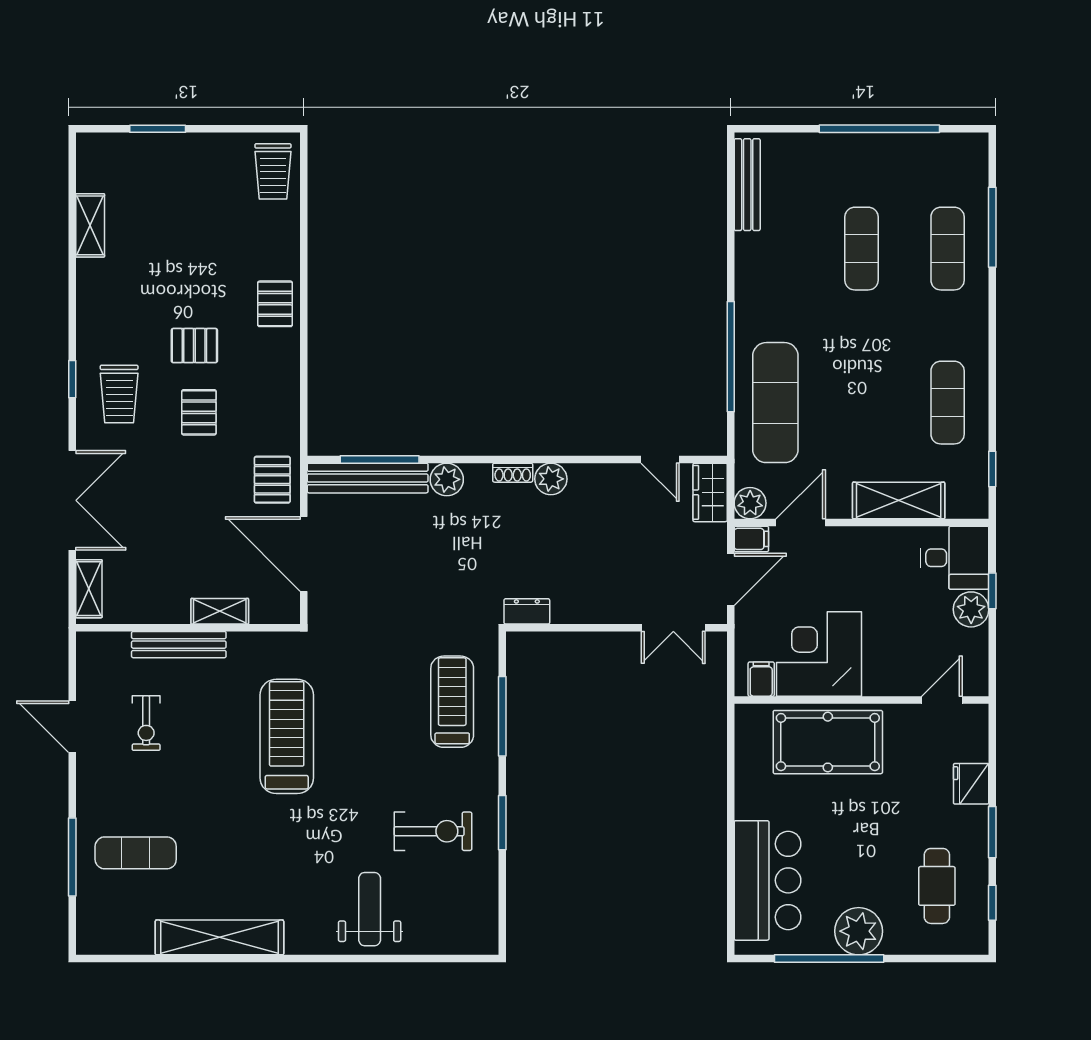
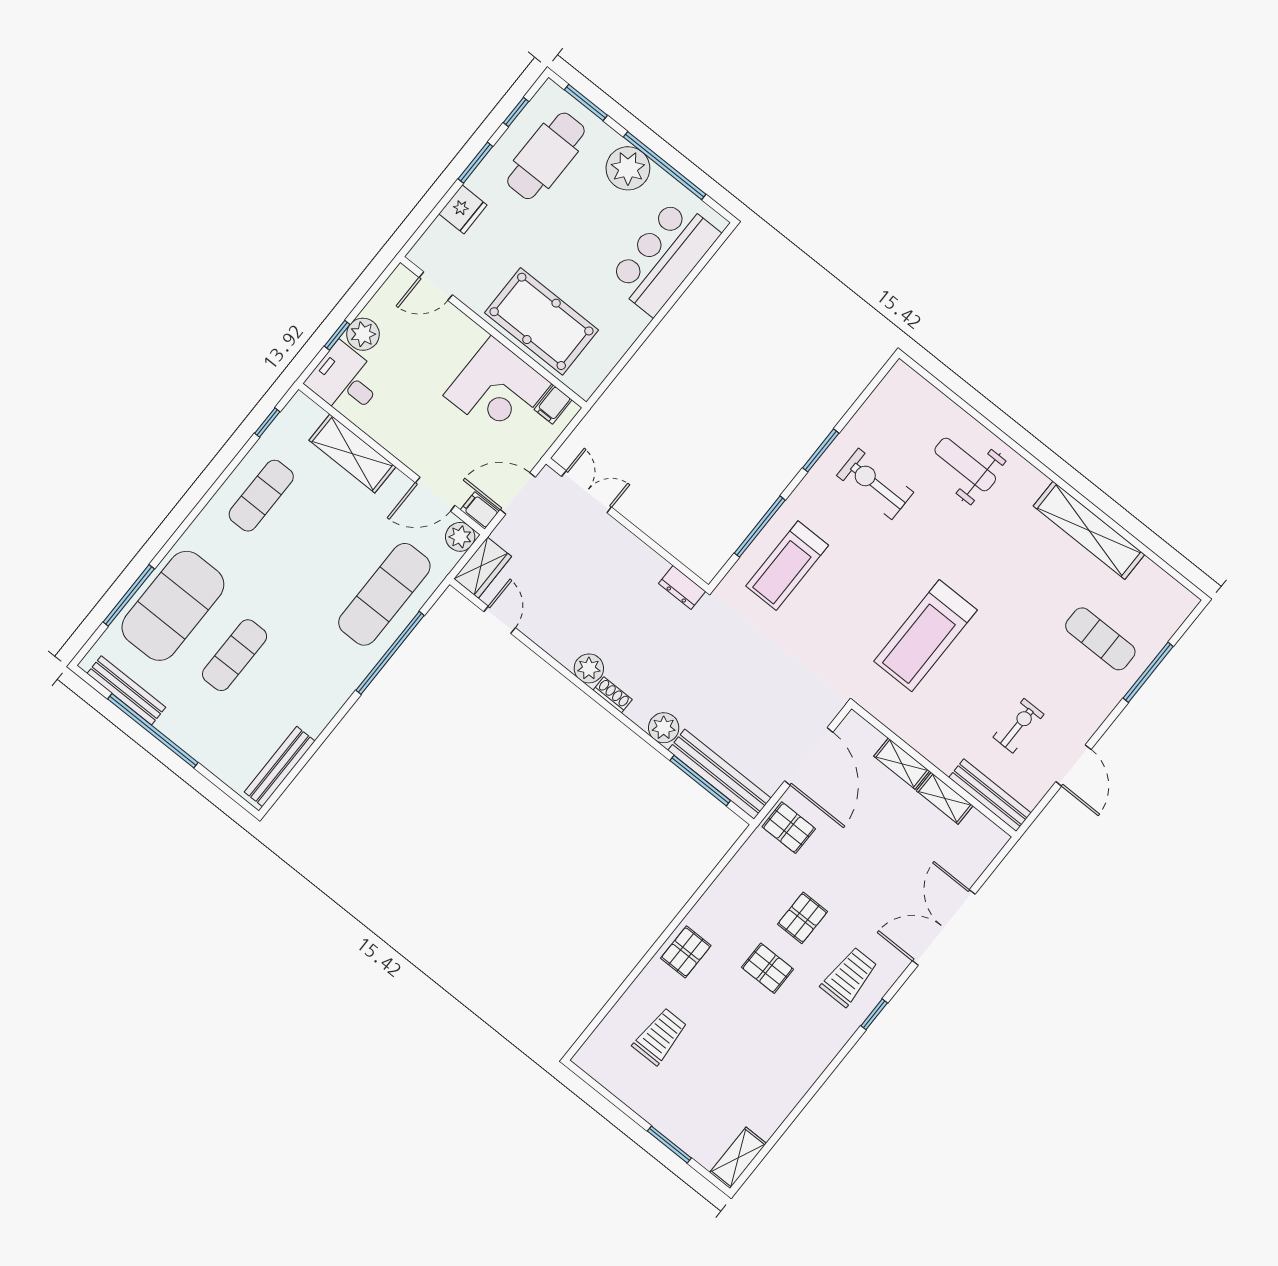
bench: (929, 145) -> (126, 690), added
trolley: (273, 171) -> (660, 1036), moved
shelving: (90, 225) -> (738, 1158), moved
exercise mat: (948, 249) -> (173, 606), width x2.00, depth x1.45
pallet: (272, 480) -> (789, 828), turned 90
shelving: (89, 589) -> (945, 798), moved, turned 90
bench: (179, 645) -> (990, 795), moved
cafe table: (937, 886) -> (546, 156), width x1.37, depth x1.35
weight bench: (370, 909) -> (965, 464), turned 90
window: (939, 959) -> (586, 103), added

